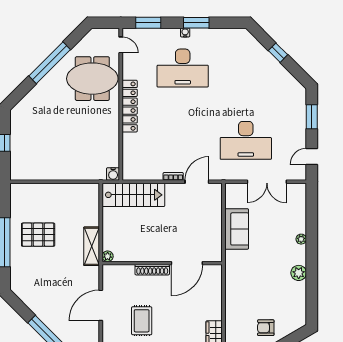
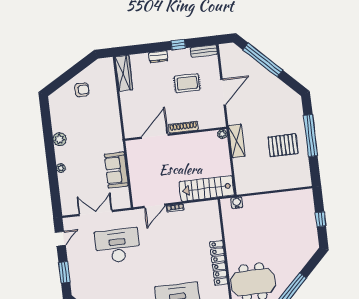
water cooler: (113, 174) -> (237, 203), moved
rug: (142, 321) -> (187, 83), turned 90

